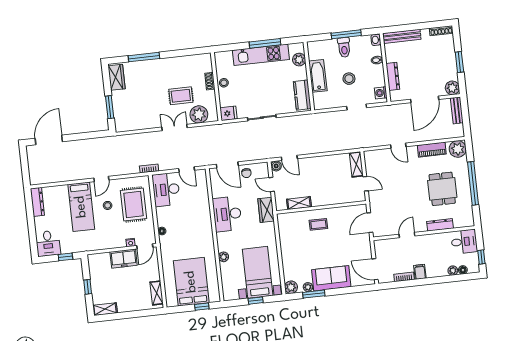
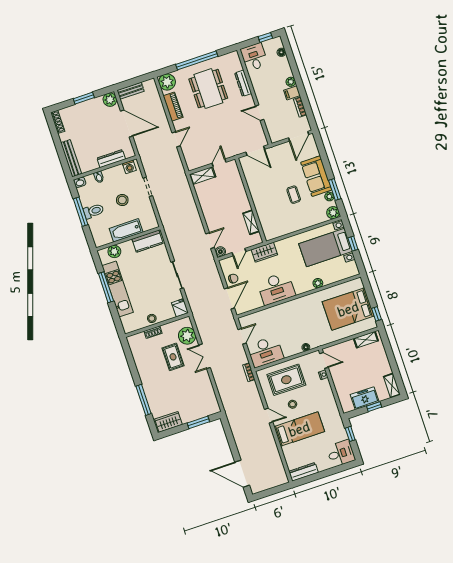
dining table: (442, 189) -> (208, 89), width x1.37
coffee table: (318, 224) -> (294, 195), moved
freezer: (124, 259) -> (365, 398), moved, turned -90
plant: (453, 271) -> (291, 82), moved
window: (202, 307) -> (376, 314), moved

